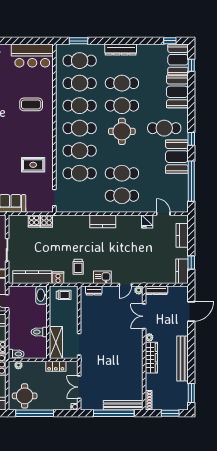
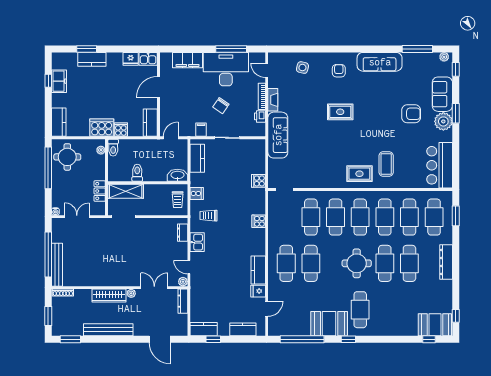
booth: (177, 92) -> (400, 324), removed
rug: (33, 165) -> (359, 174), moved, turned 90
cooker: (34, 221) -> (259, 221), moved
kitchen counter: (103, 221) -> (258, 270), moved
kitchen counter: (32, 277) -> (197, 158), width x0.67

